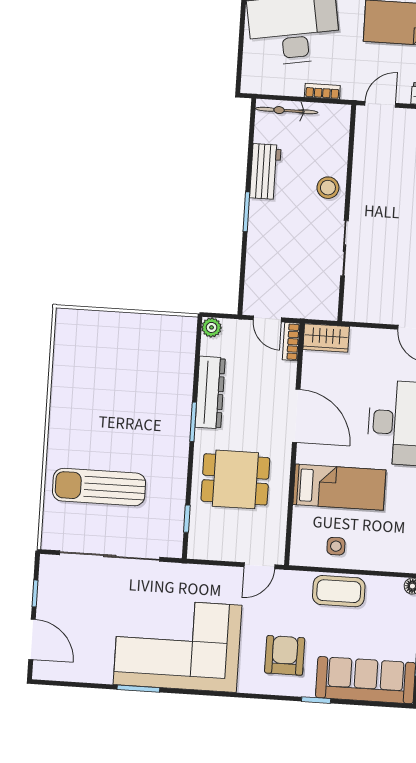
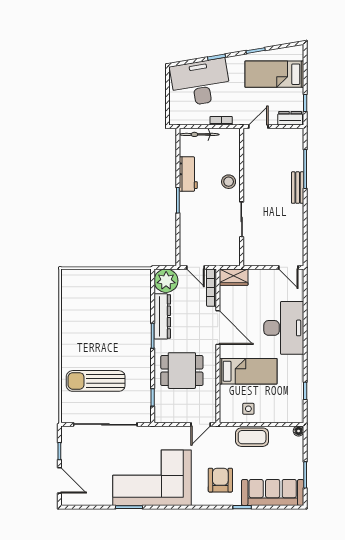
plant: (212, 327) -> (166, 281), width x1.88, depth x1.88
bookcase: (291, 342) -> (212, 288), width x1.56

